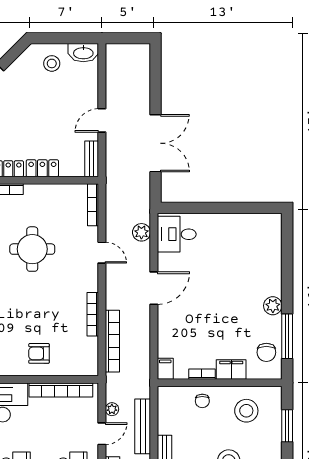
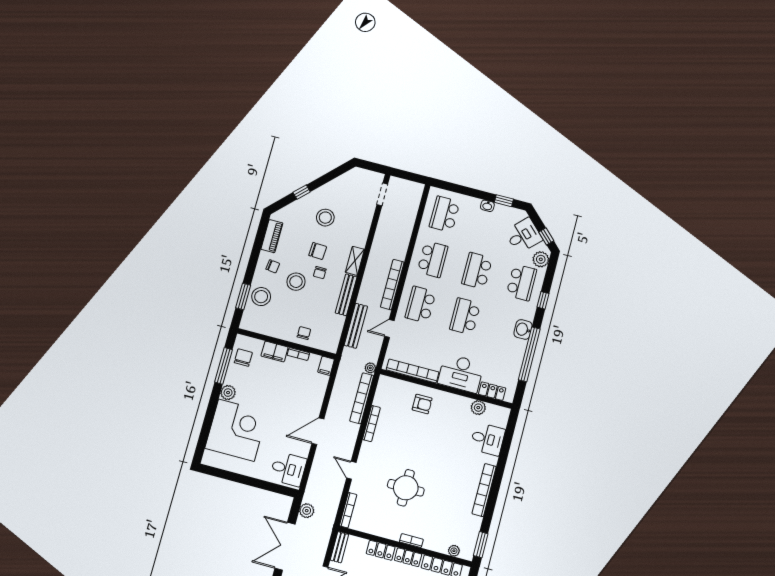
plant: (141, 232) -> (307, 511), moved
corner desk: (250, 264) -> (236, 430), added
plant: (112, 409) -> (370, 368), moved
stool: (246, 411) -> (261, 297), moved

